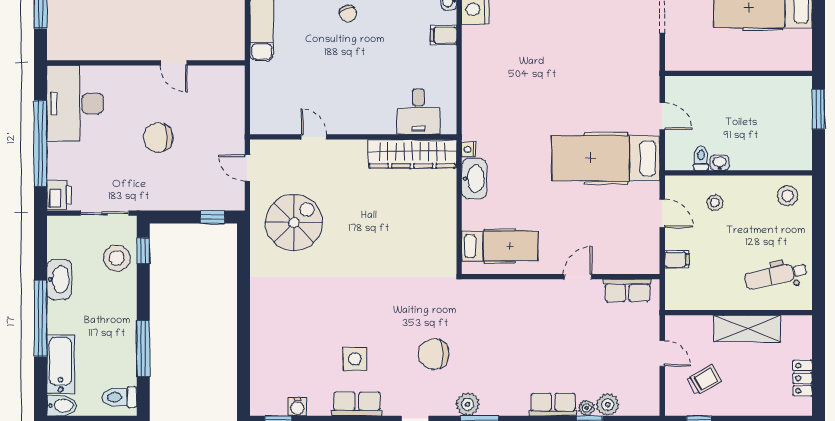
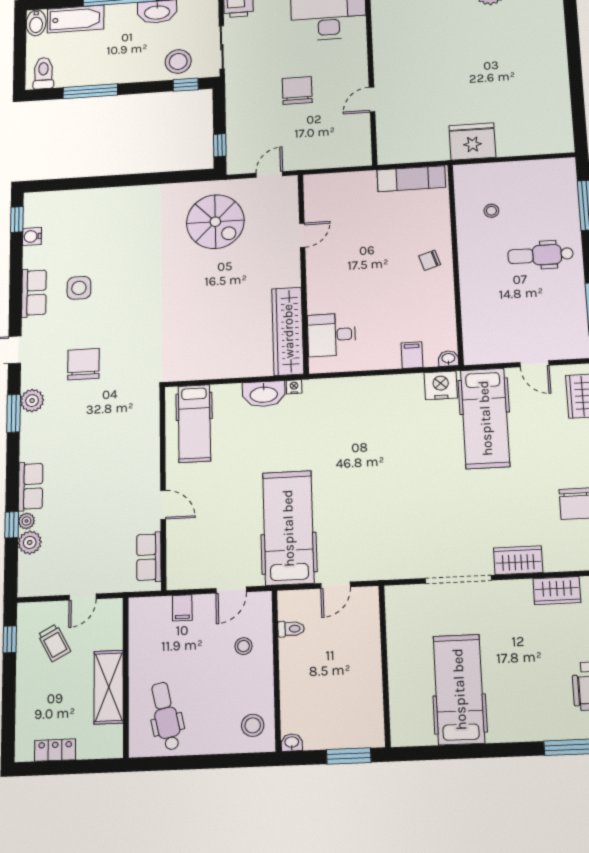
washbasin: (720, 163) -> (292, 743), moved, turned -90

